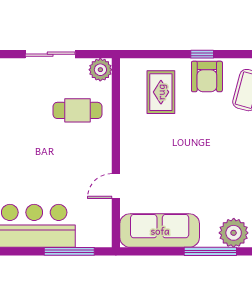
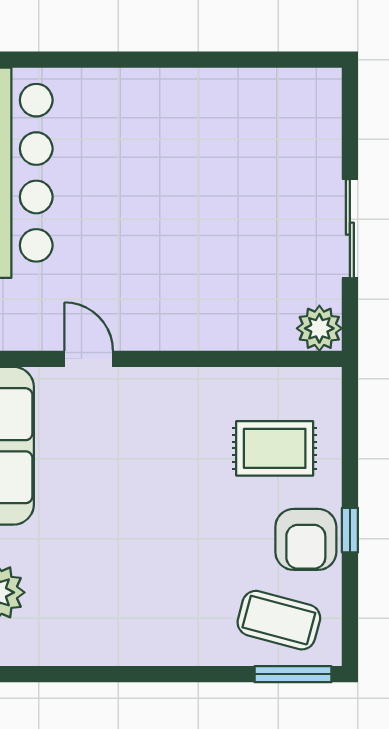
armchair: (207, 76) -> (306, 539), turned -90
cafe table: (77, 110) -> (238, 283), removed

